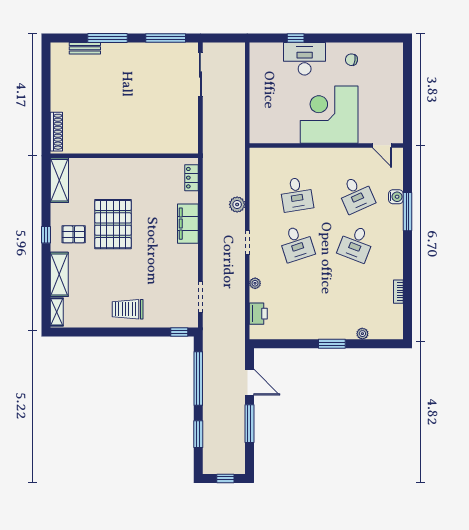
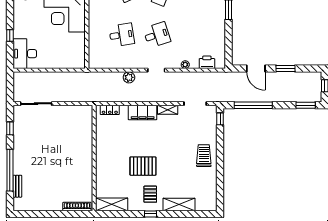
window: (107, 38) -> (10, 170), width x1.46
window: (166, 38) -> (10, 128), width x0.46
desk: (305, 59) -> (25, 54), moved
pallet: (113, 224) -> (143, 166), width x0.73, depth x0.71
trolley: (128, 309) -> (204, 156), turned 180
shelving: (57, 312) -> (168, 110), moved
door: (249, 382) -> (256, 69), swing flipped
window: (249, 424) -> (286, 69), width x0.69
window: (198, 434) -> (306, 105), moved

